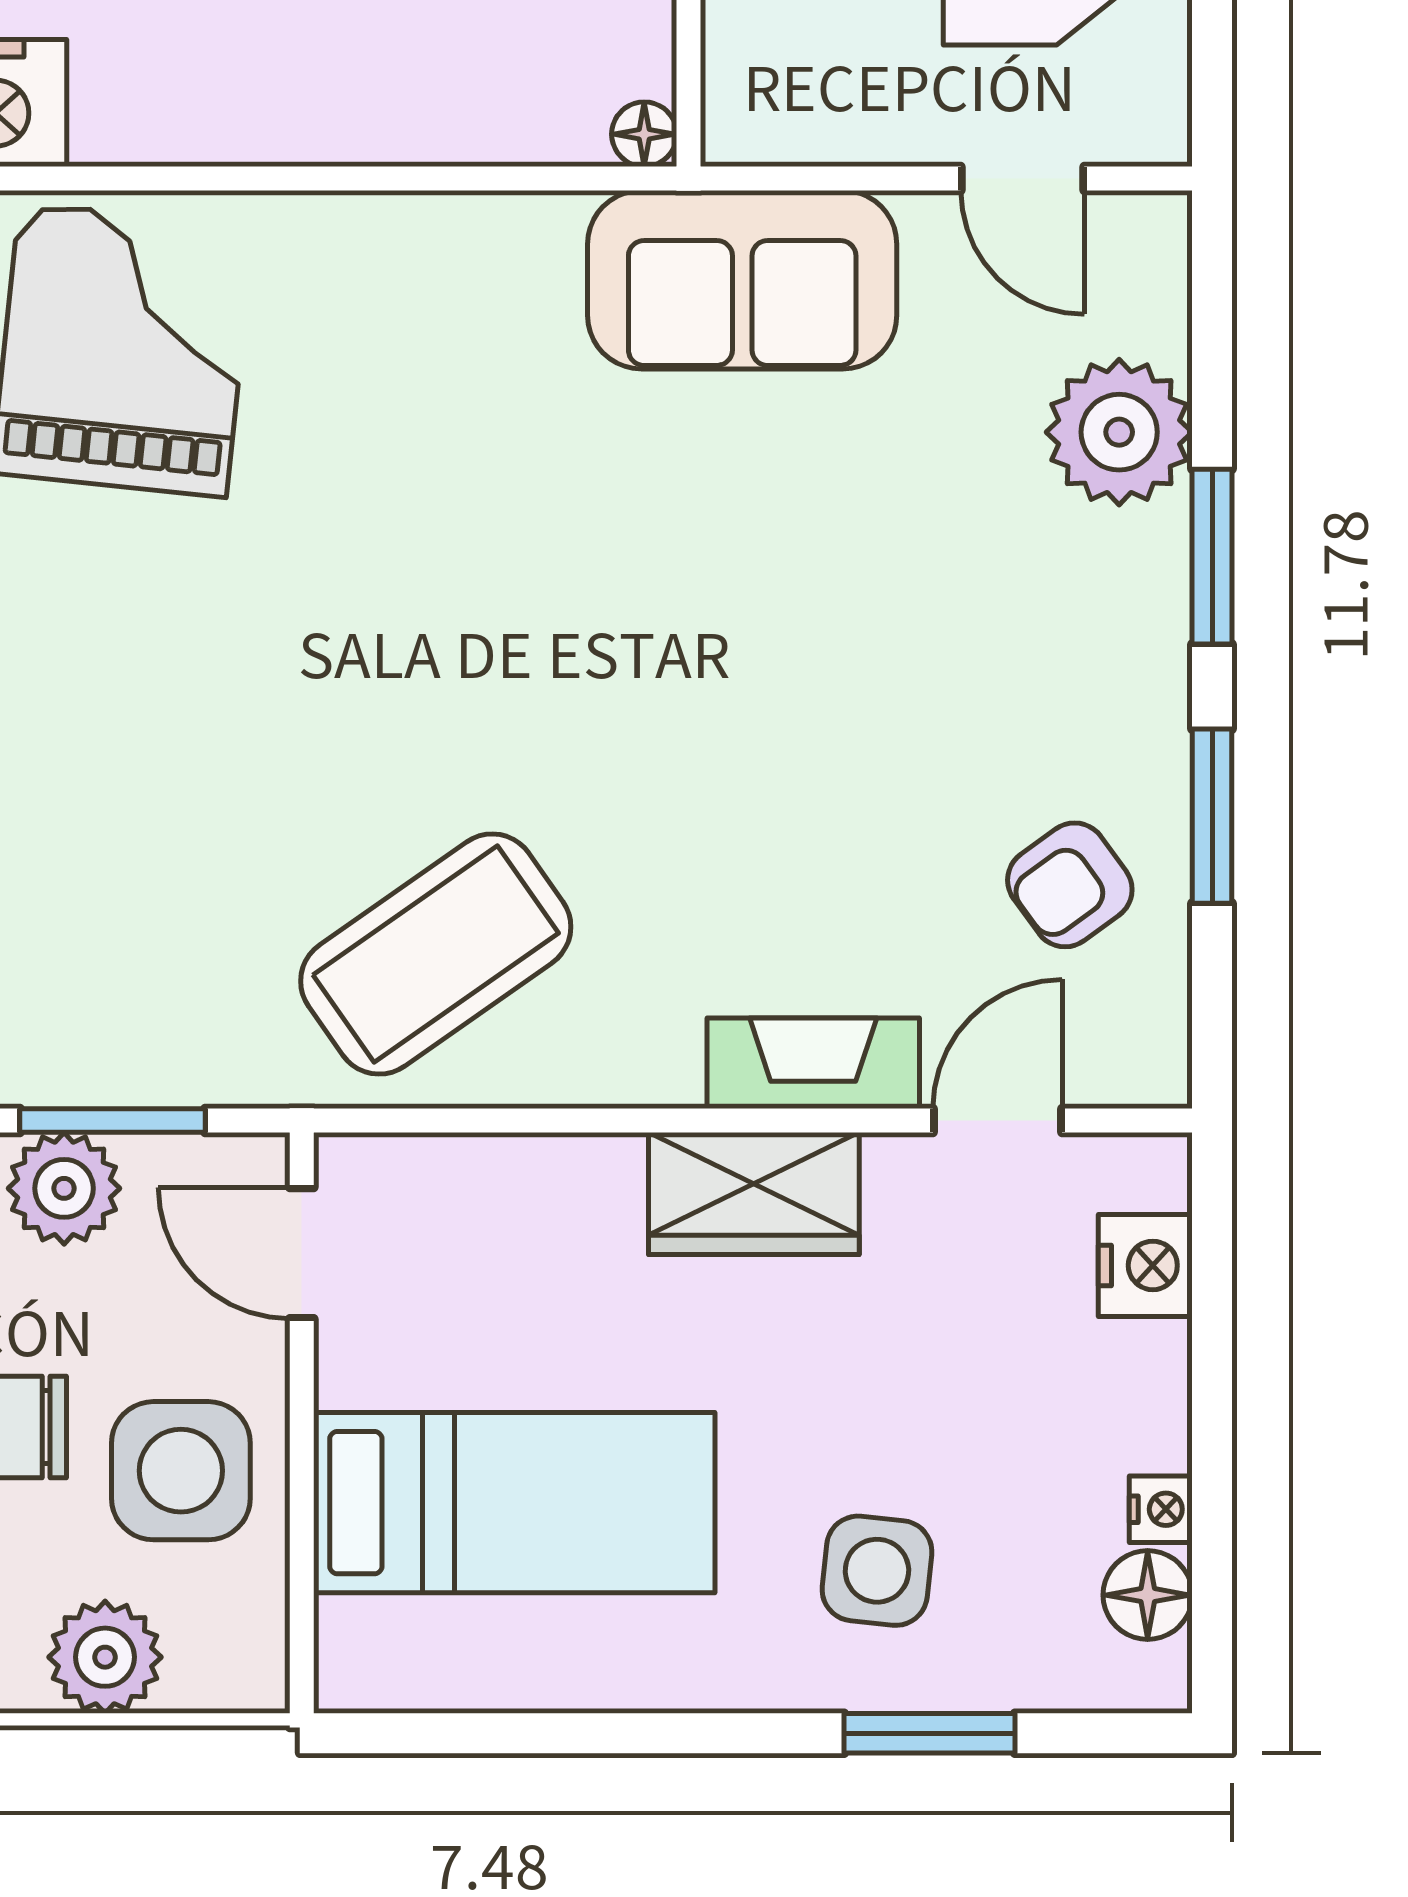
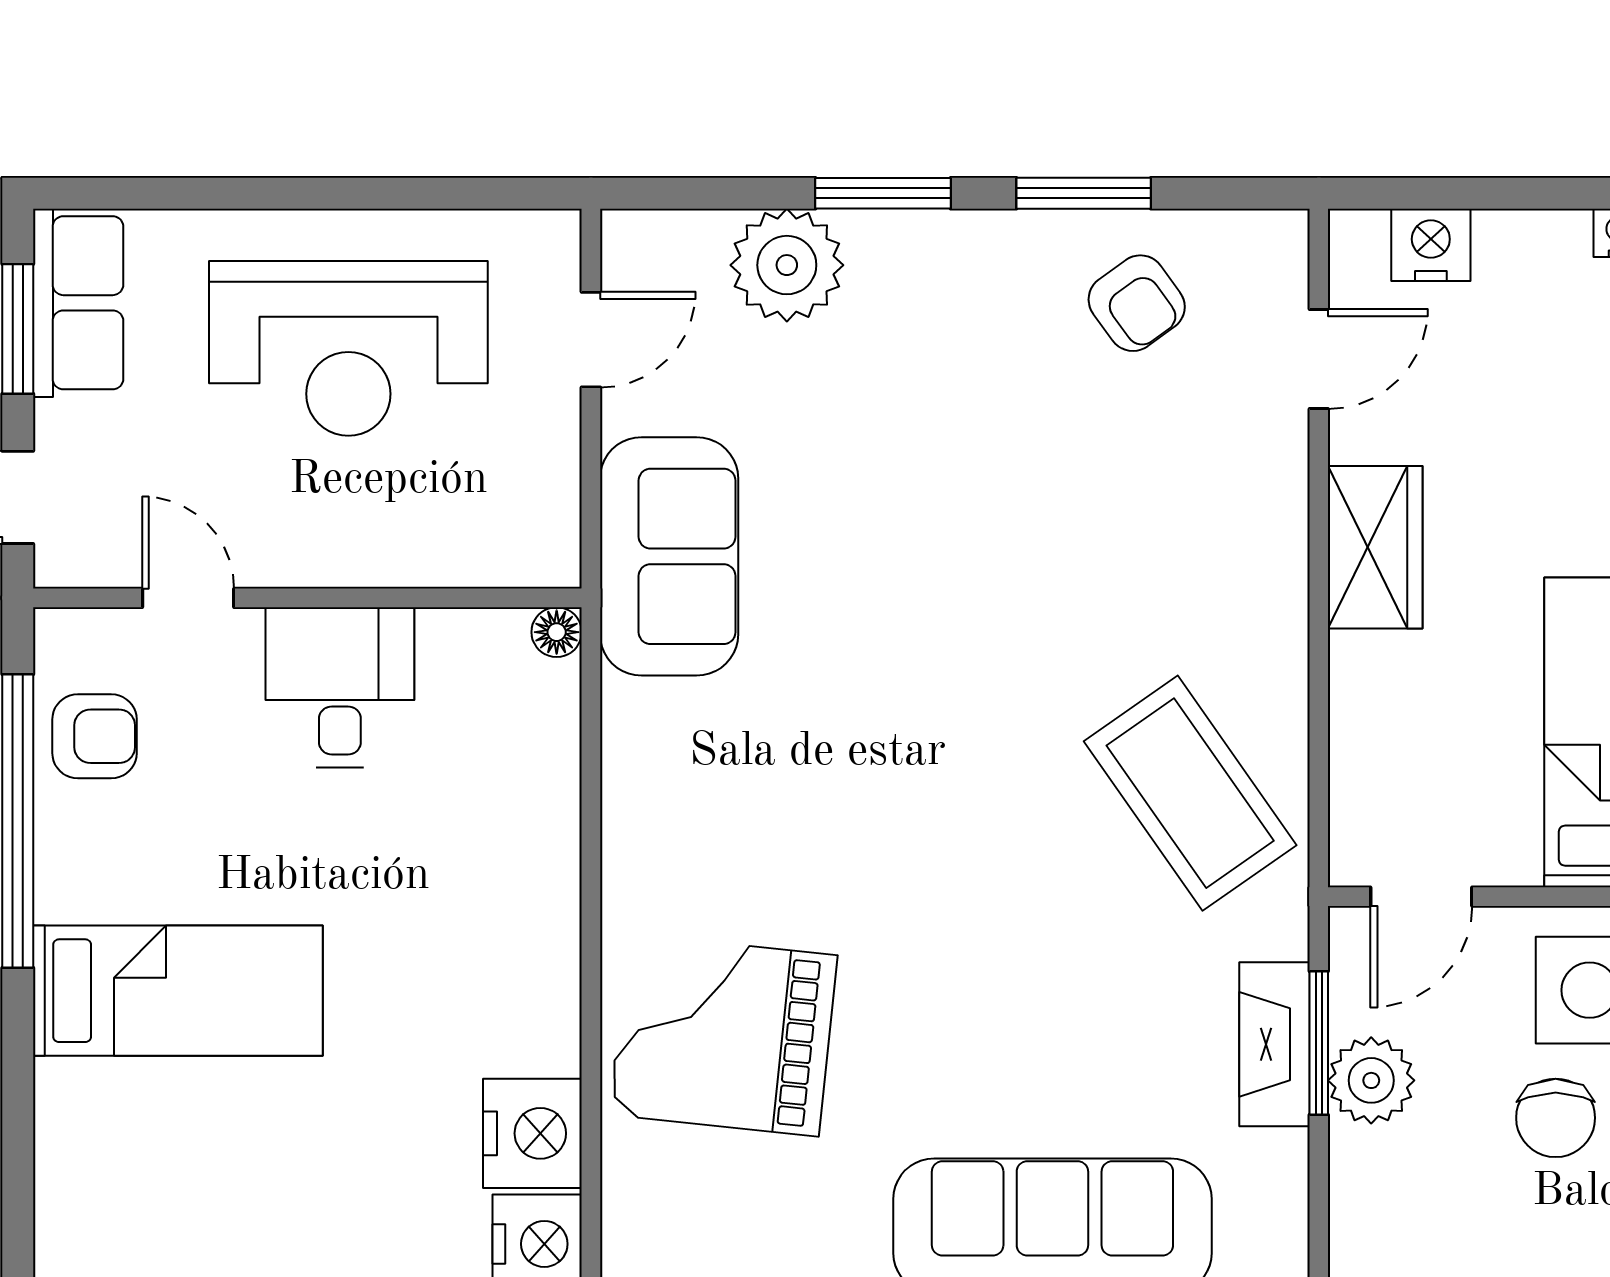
fireplace: (813, 1063) -> (1275, 1044), moved
door: (998, 1121) -> (1319, 359), swing flipped

